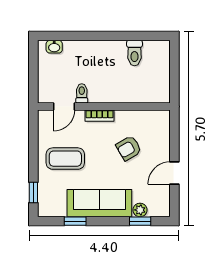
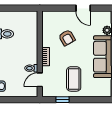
door: (64, 106) -> (40, 80), swing flipped
window: (33, 193) -> (62, 100), moved

